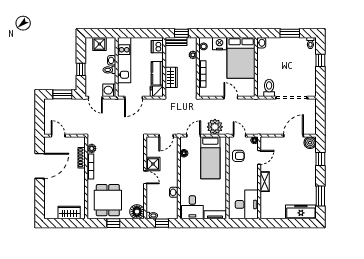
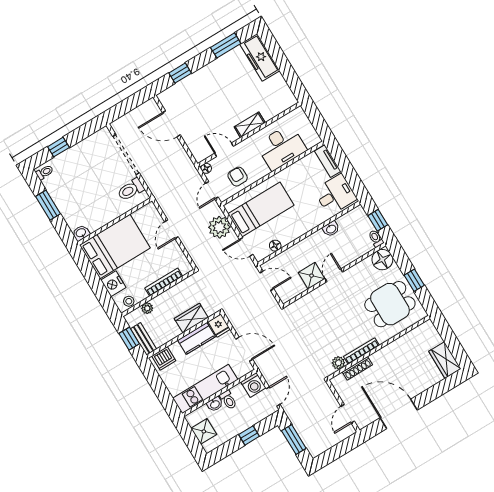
boiler: (310, 143) -> (168, 98), removed
desk: (247, 204) -> (281, 147), moved, turned 180
wardrobe: (69, 213) -> (445, 360), moved

